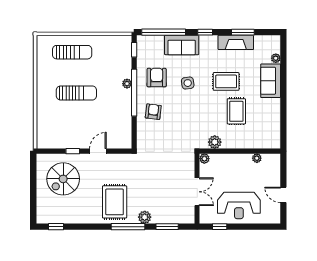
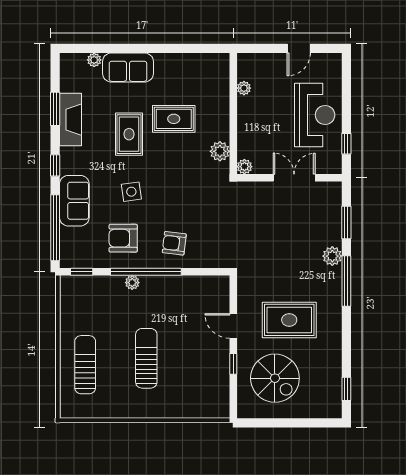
rug: (115, 202) -> (289, 320), moved

